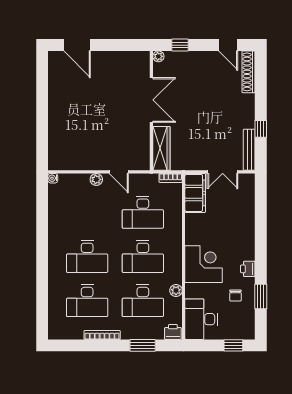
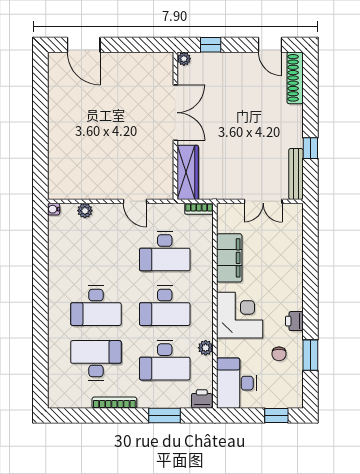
plant: (96, 179) -> (85, 211), moved
filing cabinet: (195, 193) -> (229, 258), moved
desk: (87, 301) -> (96, 360), turned 180

